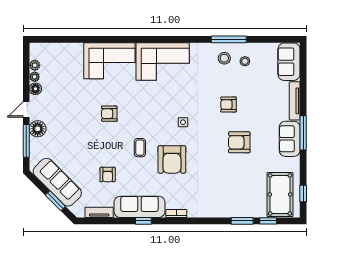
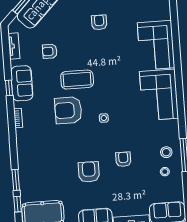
armchair: (109, 114) -> (99, 22), moved
coffee table: (140, 148) -> (77, 80), width x1.86, depth x1.72
sofa: (139, 207) -> (22, 83), width x0.73

